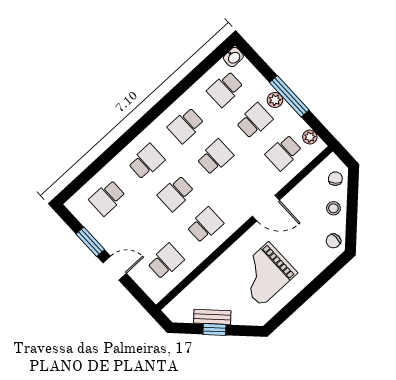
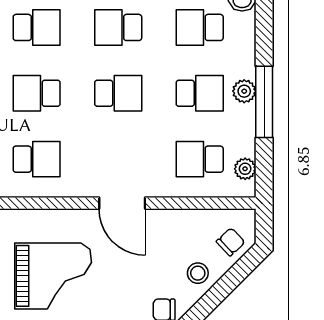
grand piano: (265, 274) -> (53, 276), turned 180

